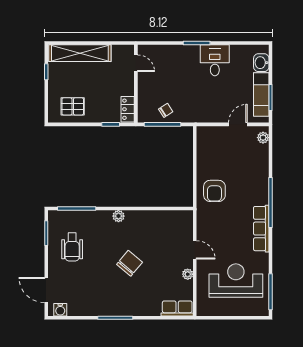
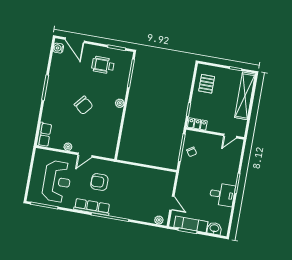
armchair: (214, 191) -> (99, 182), moved
door: (46, 290) -> (75, 40), swing flipped

